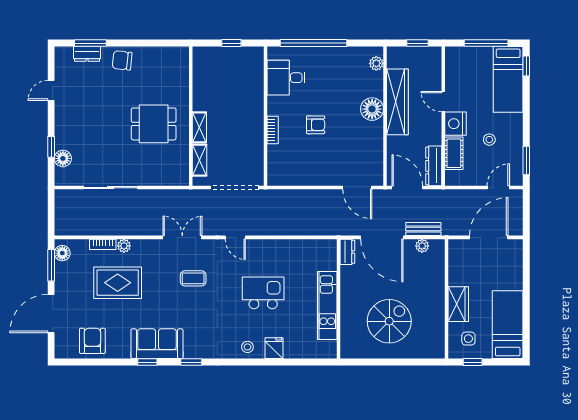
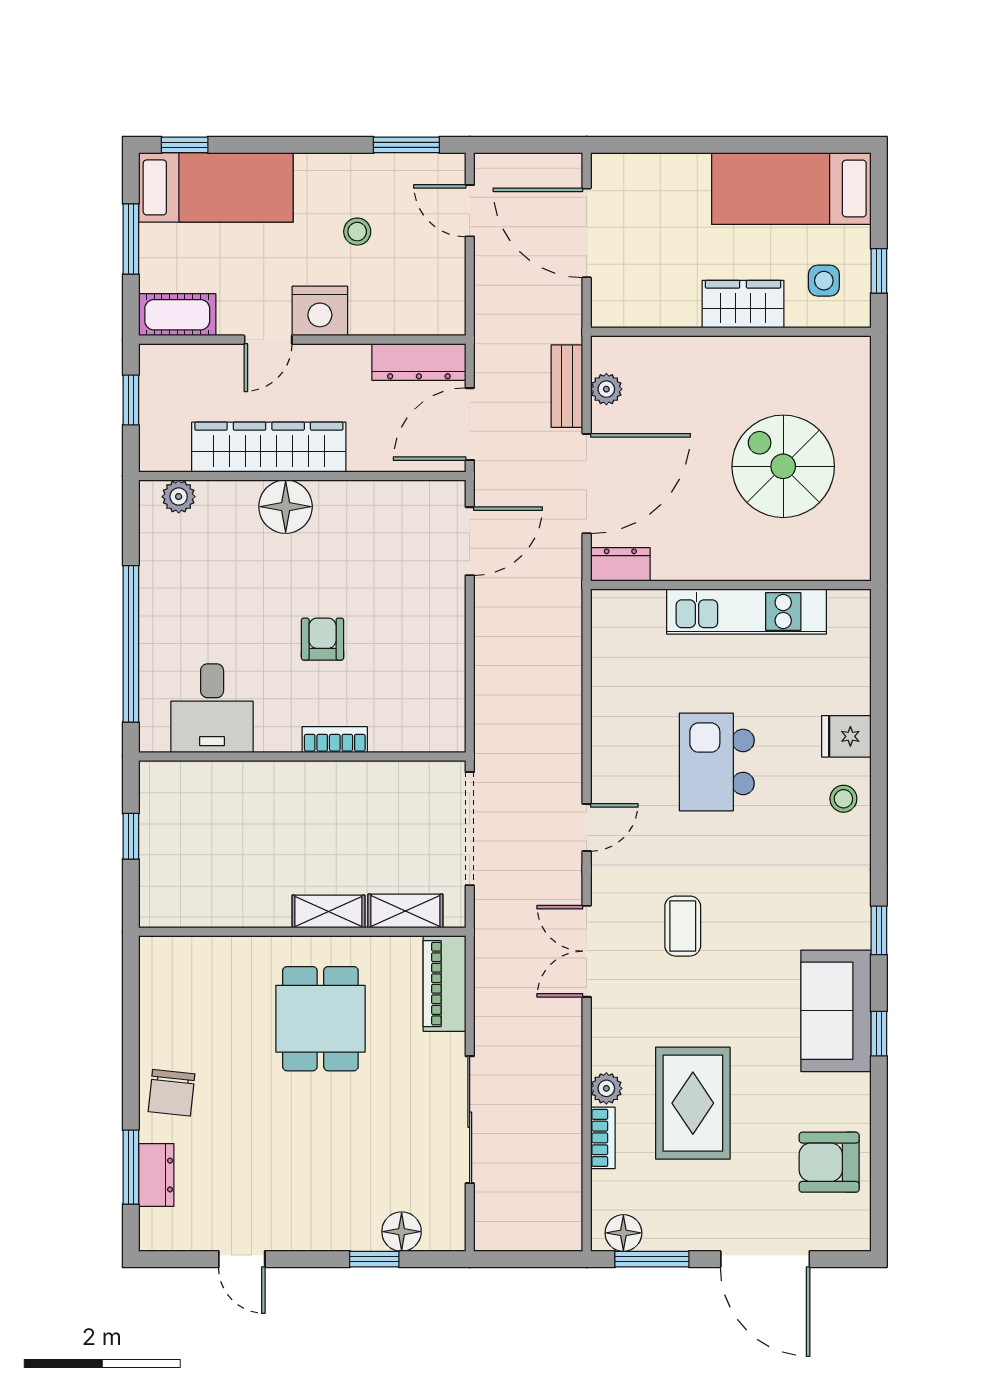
window: (486, 43) -> (131, 239), width x0.69
cot: (454, 153) -> (177, 315), moved
piano: (169, 177) -> (444, 984), added

